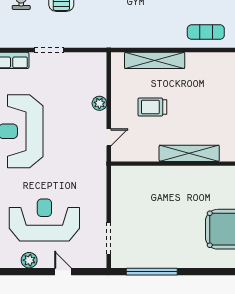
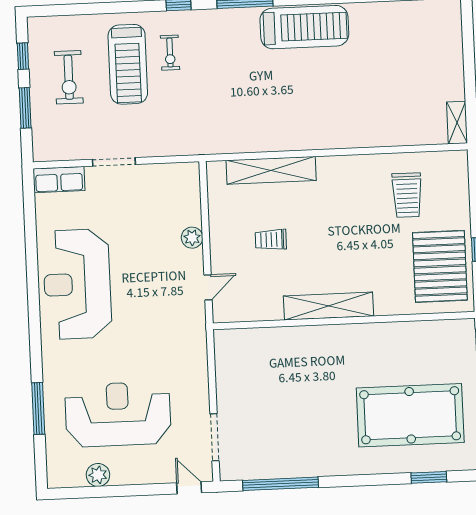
exercise mat: (206, 32) -> (345, 125), removed
trolley: (152, 107) -> (271, 240), width x0.73, depth x0.72
door: (63, 272) -> (189, 488), moved

